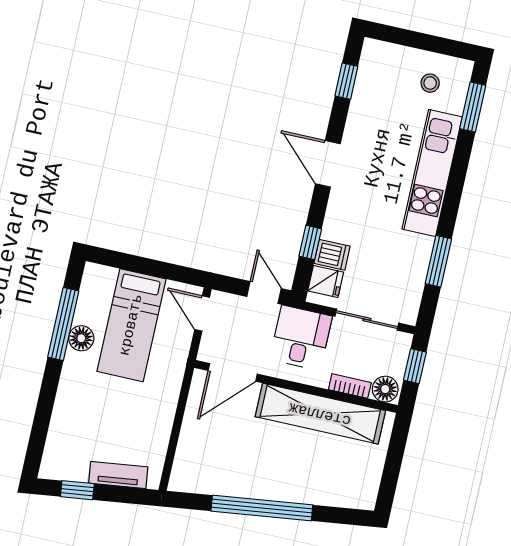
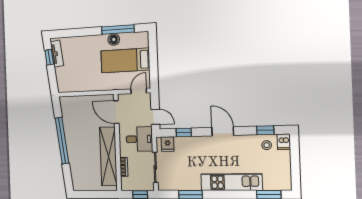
stool: (430, 83) -> (267, 145), moved
door: (328, 164) -> (223, 131), hinge flipped
dishwasher: (332, 255) -> (284, 142), moved
door: (264, 293) -> (155, 117), hinge flipped
floor lamp: (385, 389) -> (127, 183), removed
tv unit: (118, 475) -> (57, 54), moved

